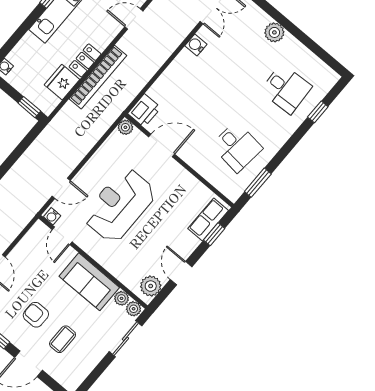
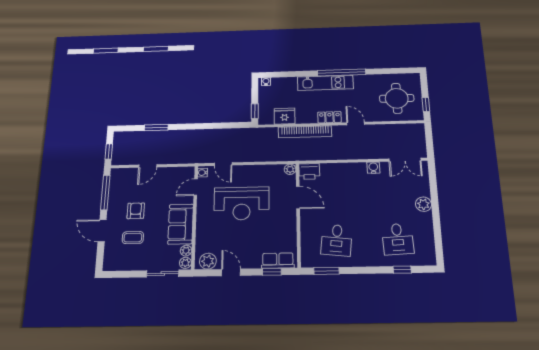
locker: (85, 60) -> (329, 117), moved
reception desk: (120, 205) -> (242, 203), turned 180
door: (181, 273) -> (231, 272), hinge flipped

